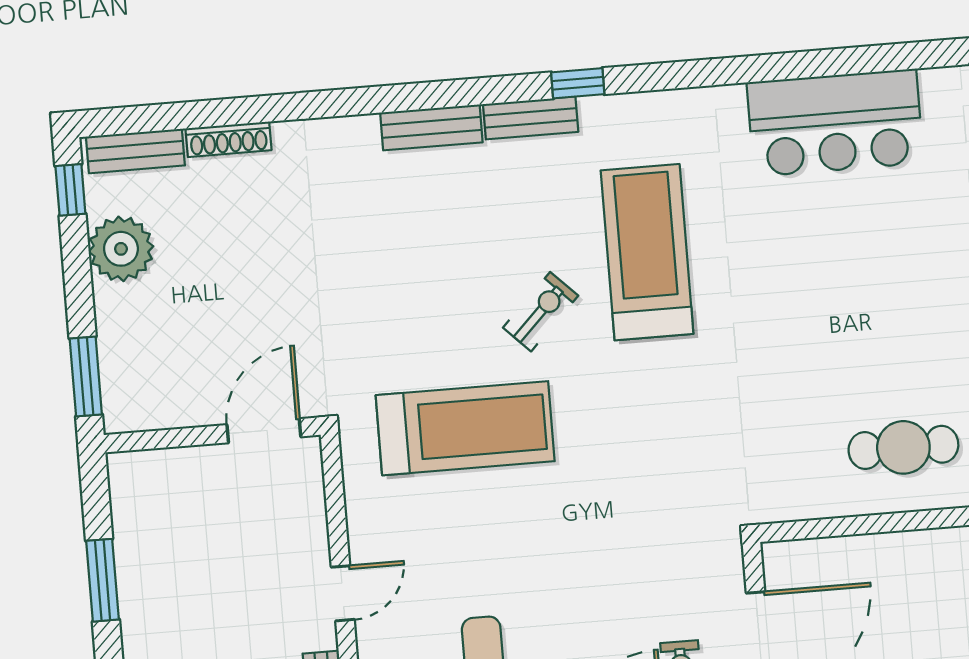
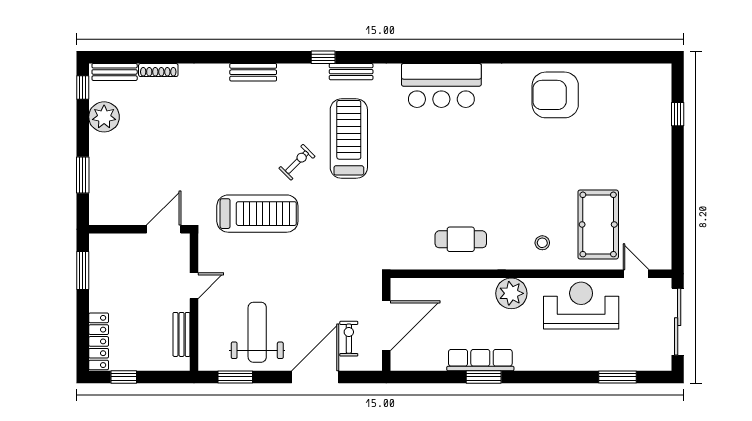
bench: (531, 118) -> (351, 72), moved
door: (264, 431) -> (164, 229), moved
wall: (212, 435) -> (139, 229), moved

